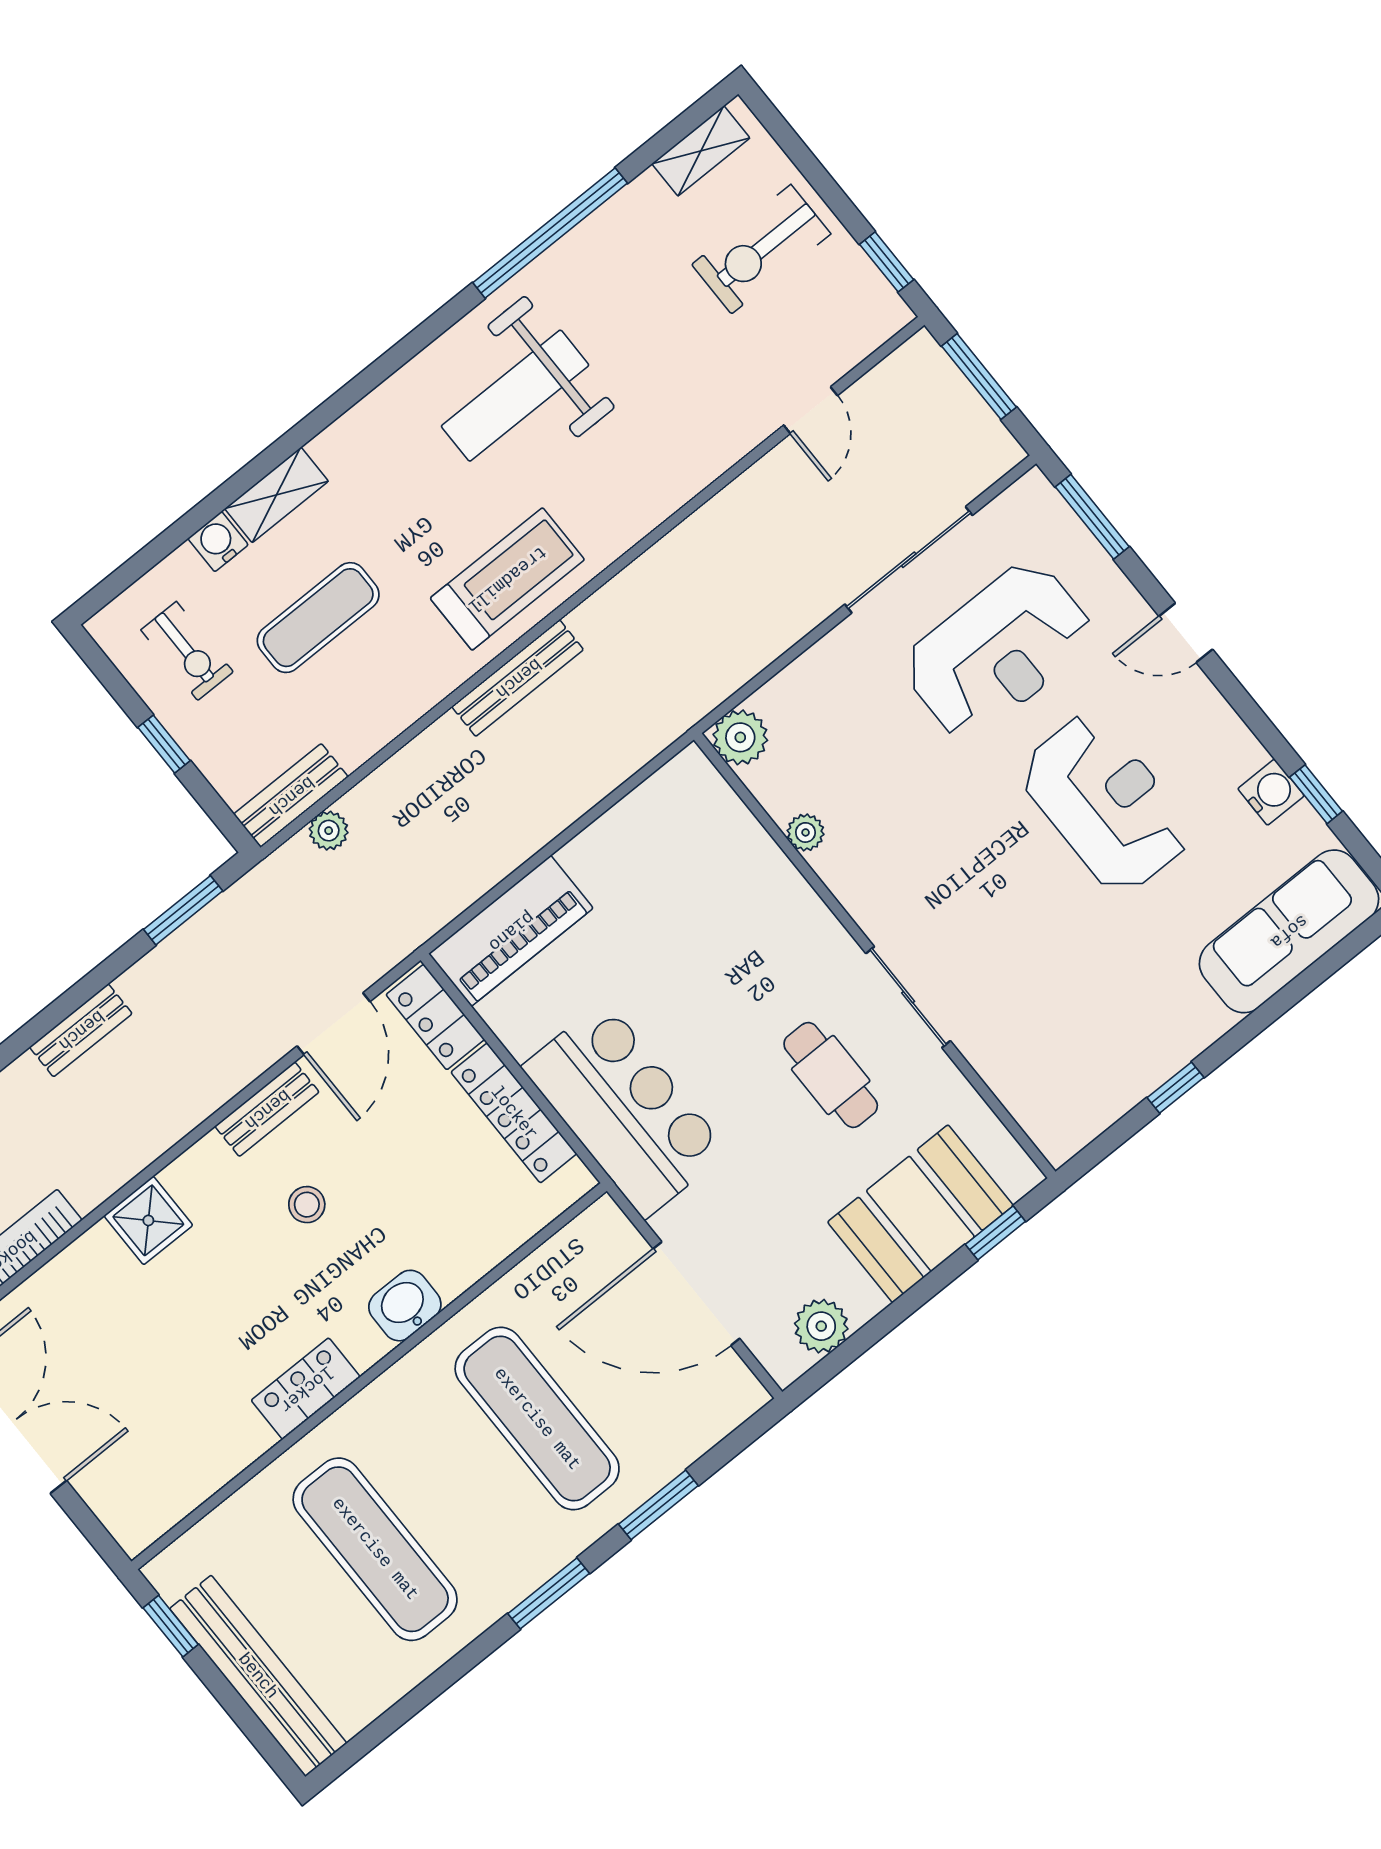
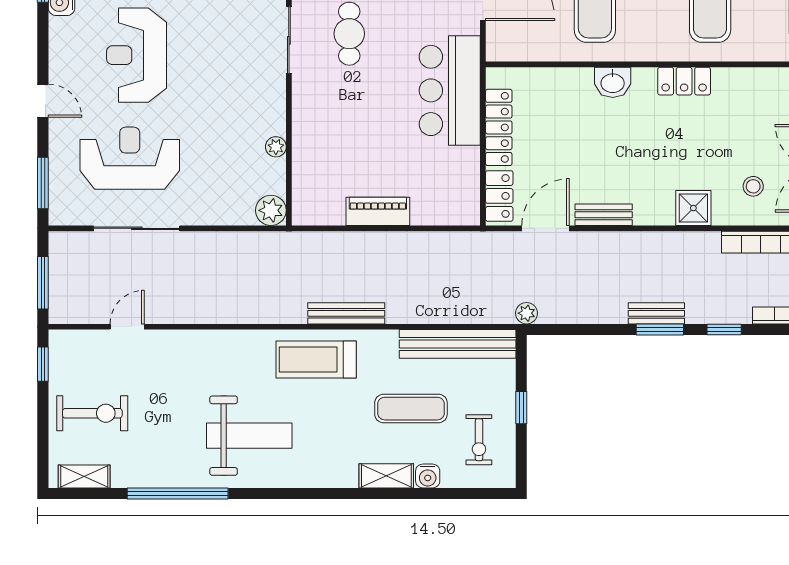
exercise bike: (187, 651) -> (479, 440), turned 180
bench: (291, 796) -> (458, 344), width x1.86, depth x1.21
plant: (329, 831) -> (527, 313), moved
window: (183, 910) -> (660, 329), moved
piano: (511, 931) -> (378, 211), moved, width x0.73, depth x0.75
stool: (307, 1205) -> (753, 186), moved

